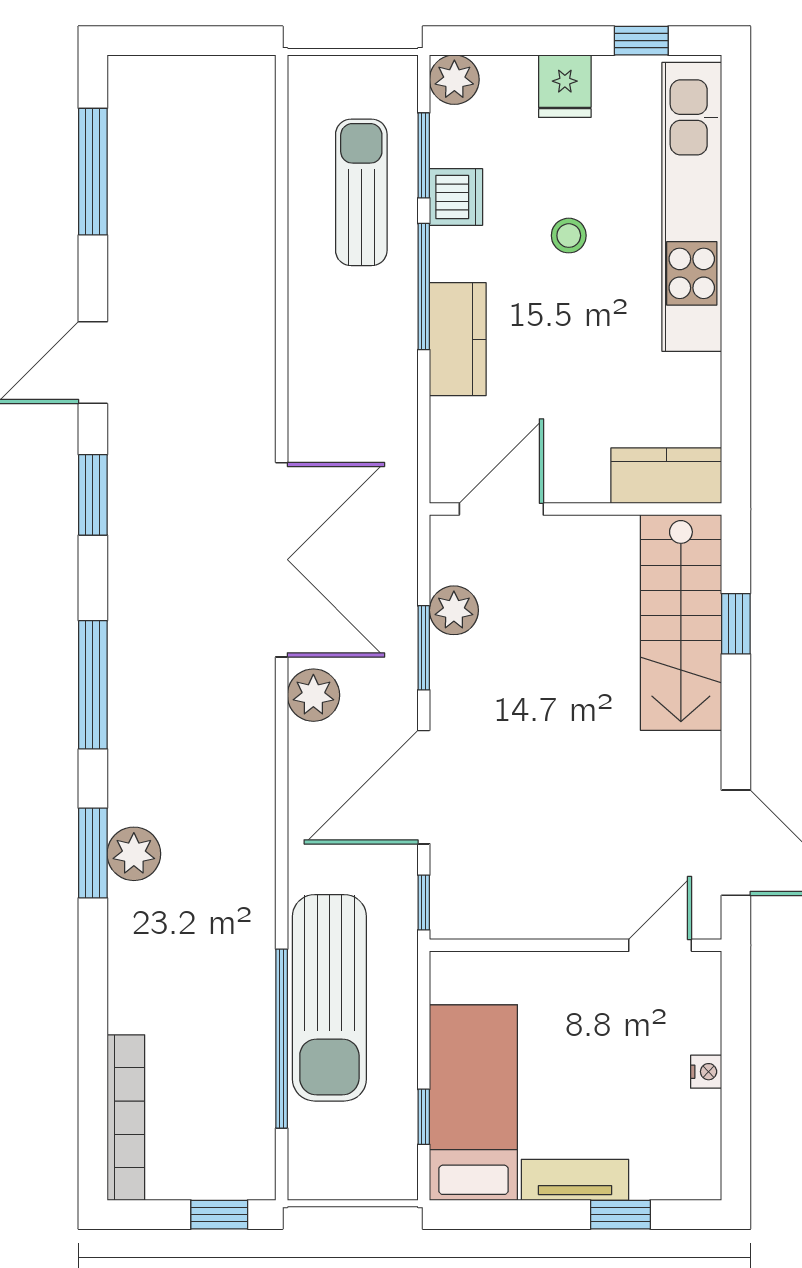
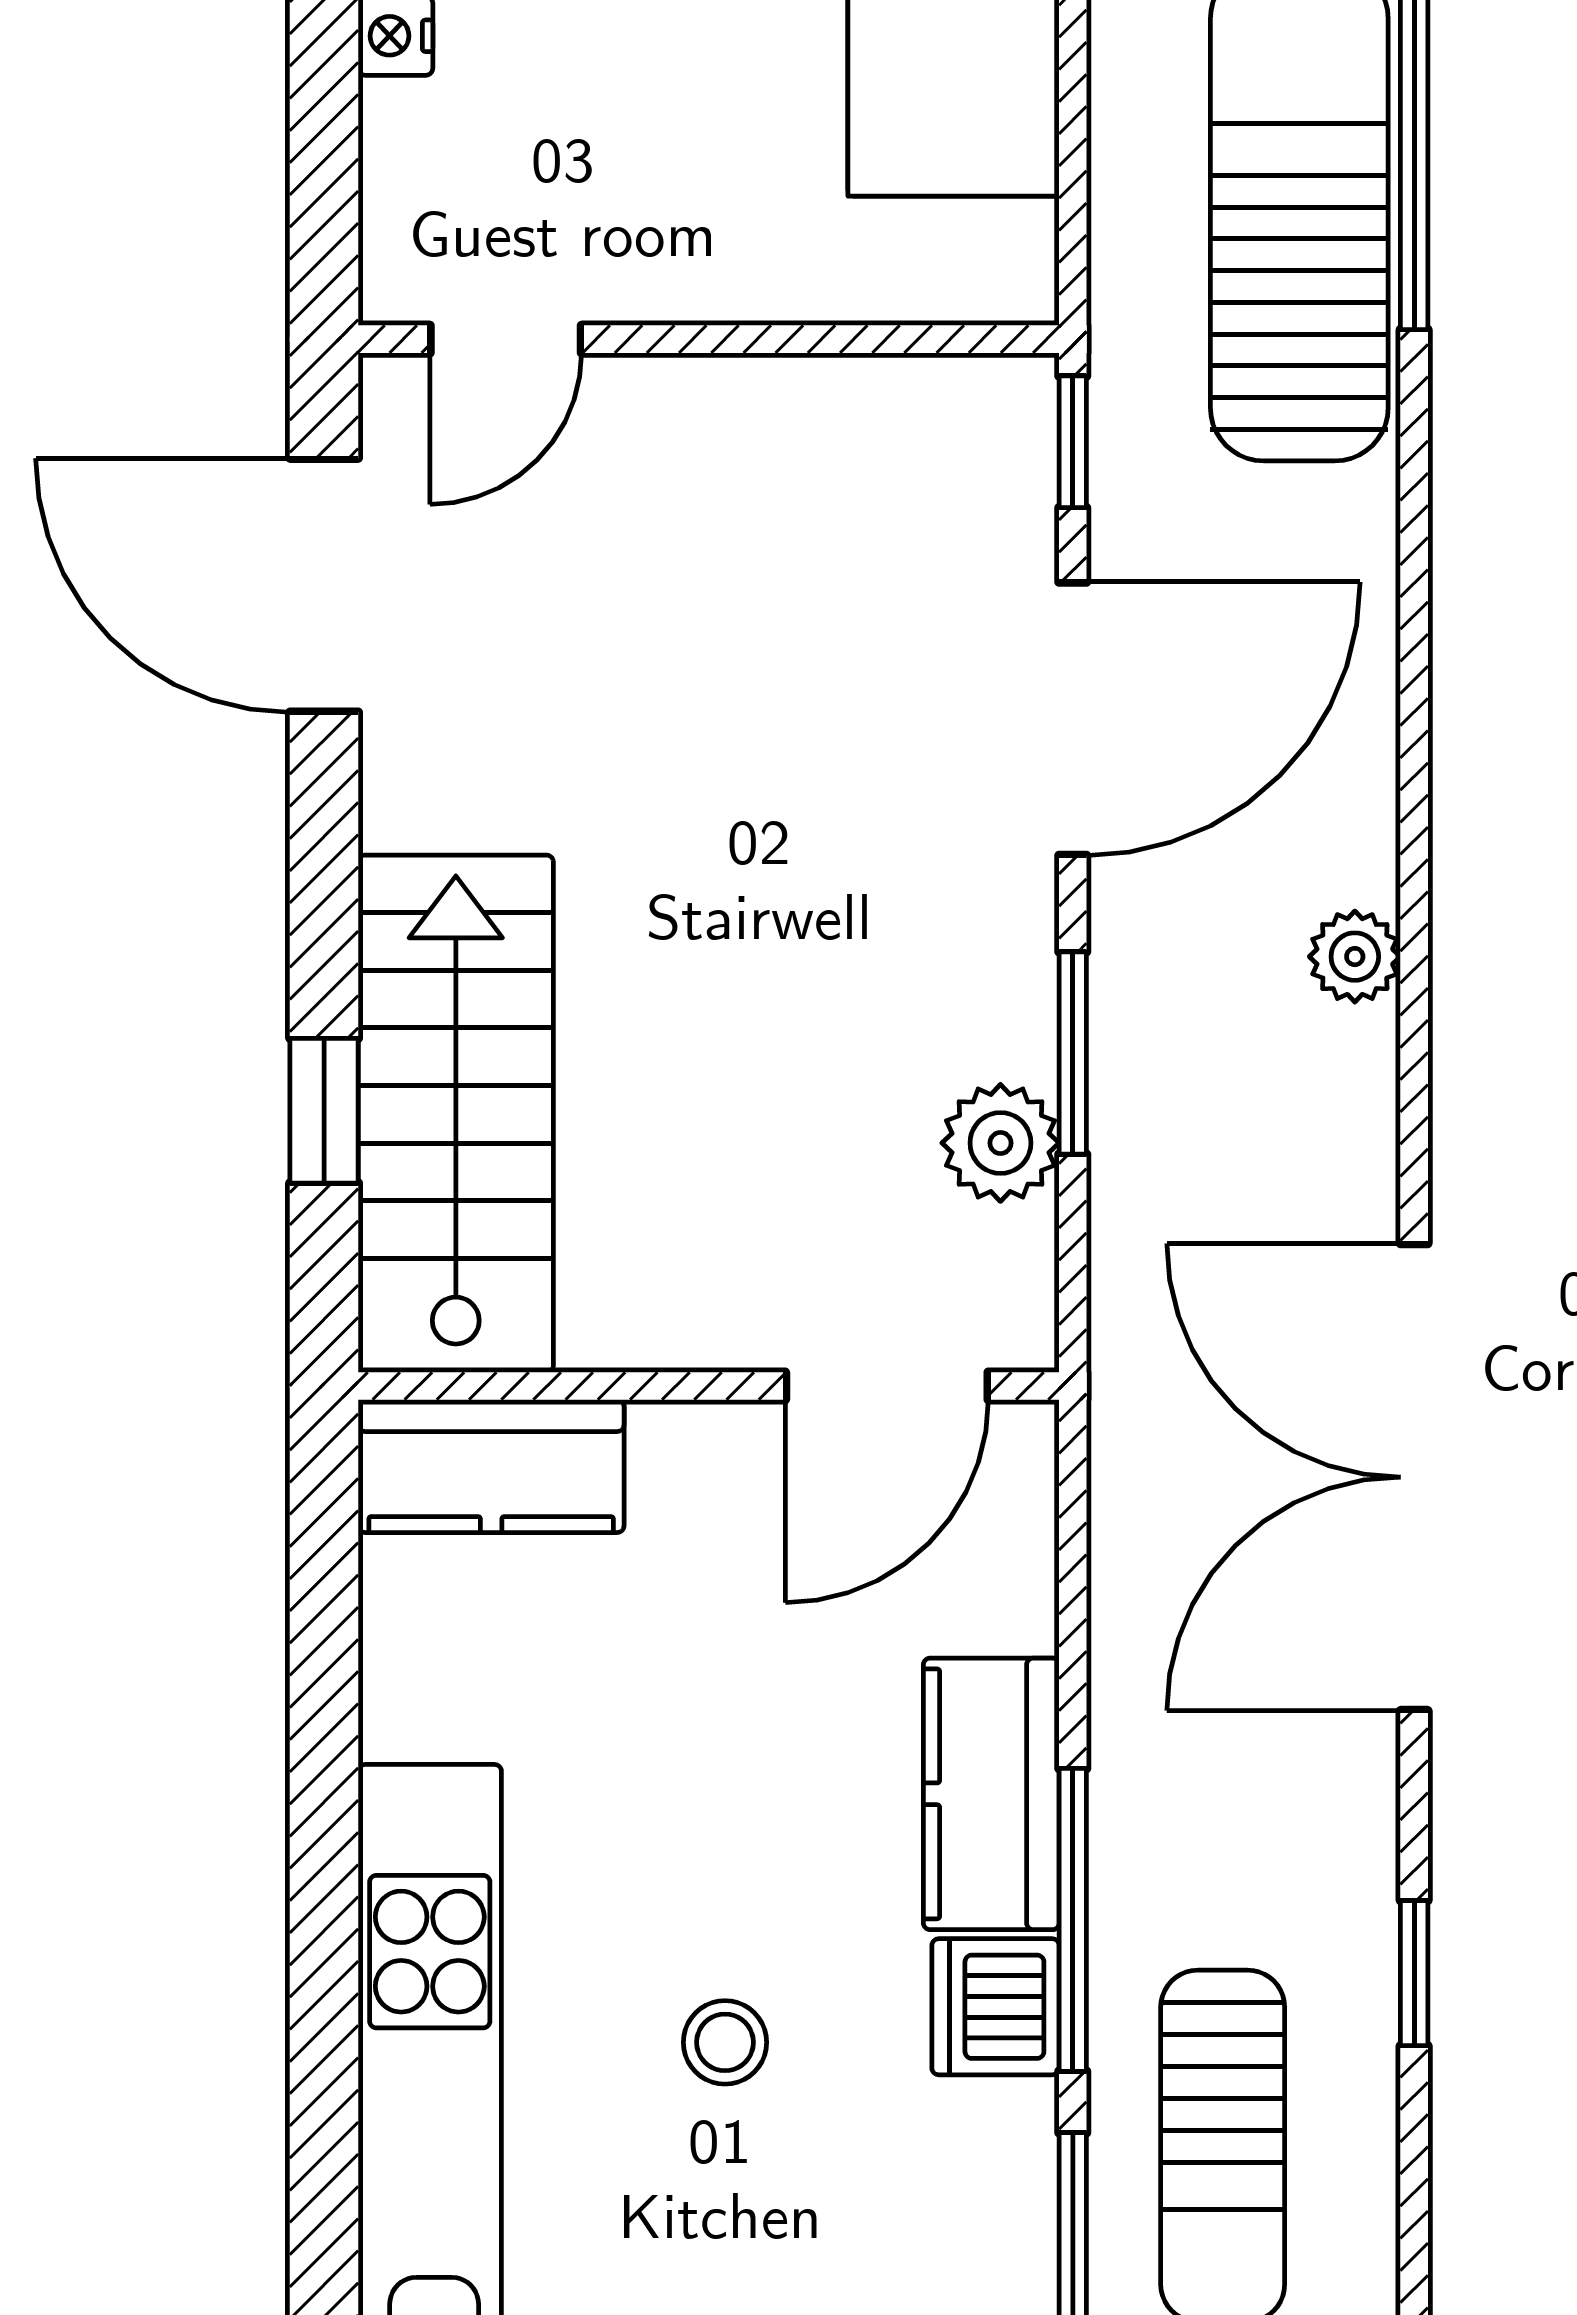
dishwasher: (456, 197) -> (995, 2007), moved
window: (282, 264) -> (1414, 1973), added
double door: (282, 560) -> (1414, 1477), moved
plant: (313, 695) -> (1355, 957), width x0.73, depth x0.73

